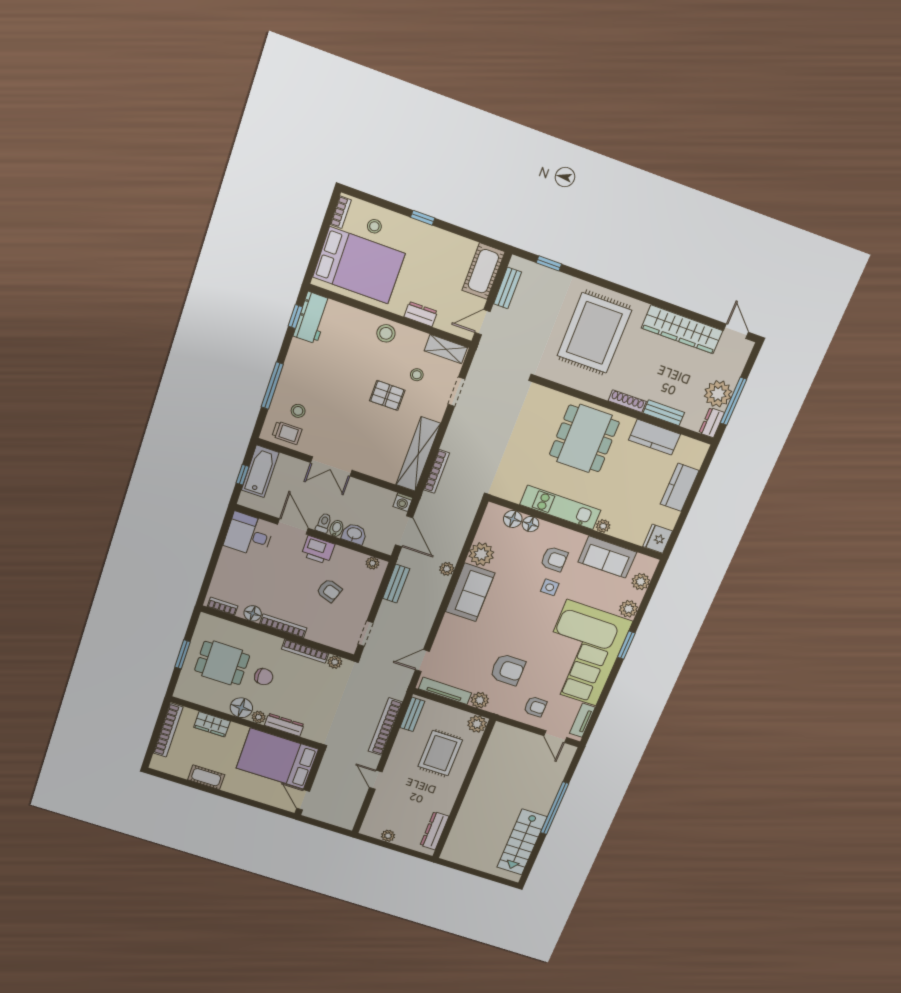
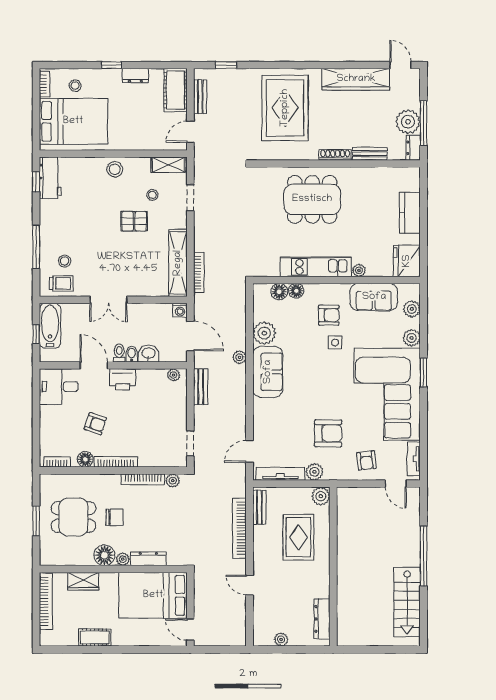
dresser: (421, 314) -> (135, 76), moved, turned 180
kitchen counter: (654, 437) -> (371, 177), removed
dining table: (584, 438) -> (312, 199), turned 90
fridge: (658, 539) -> (407, 261), width x1.36, depth x1.34
armchair: (329, 591) -> (95, 424), moved
armchair: (535, 707) -> (366, 460), turned 84

